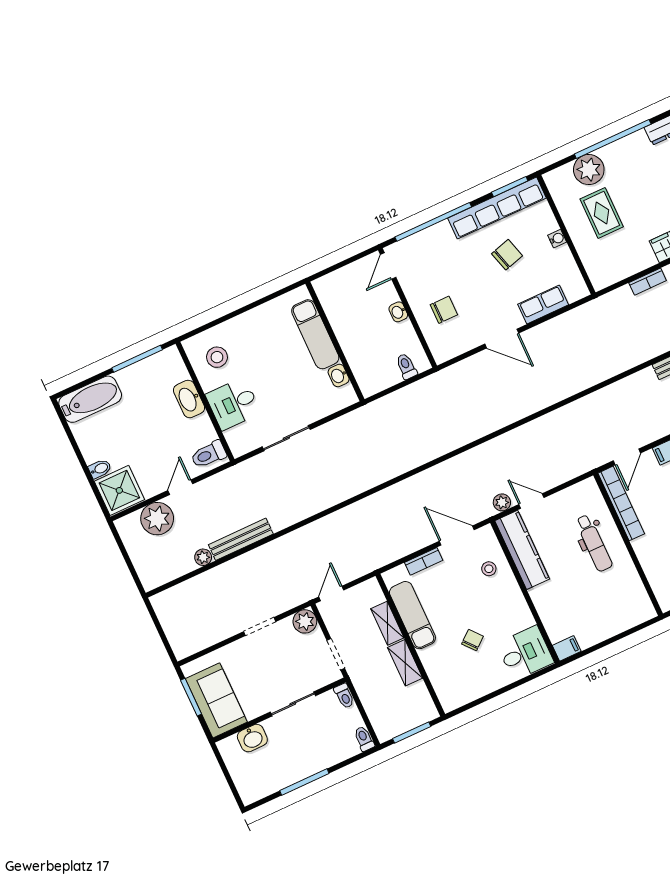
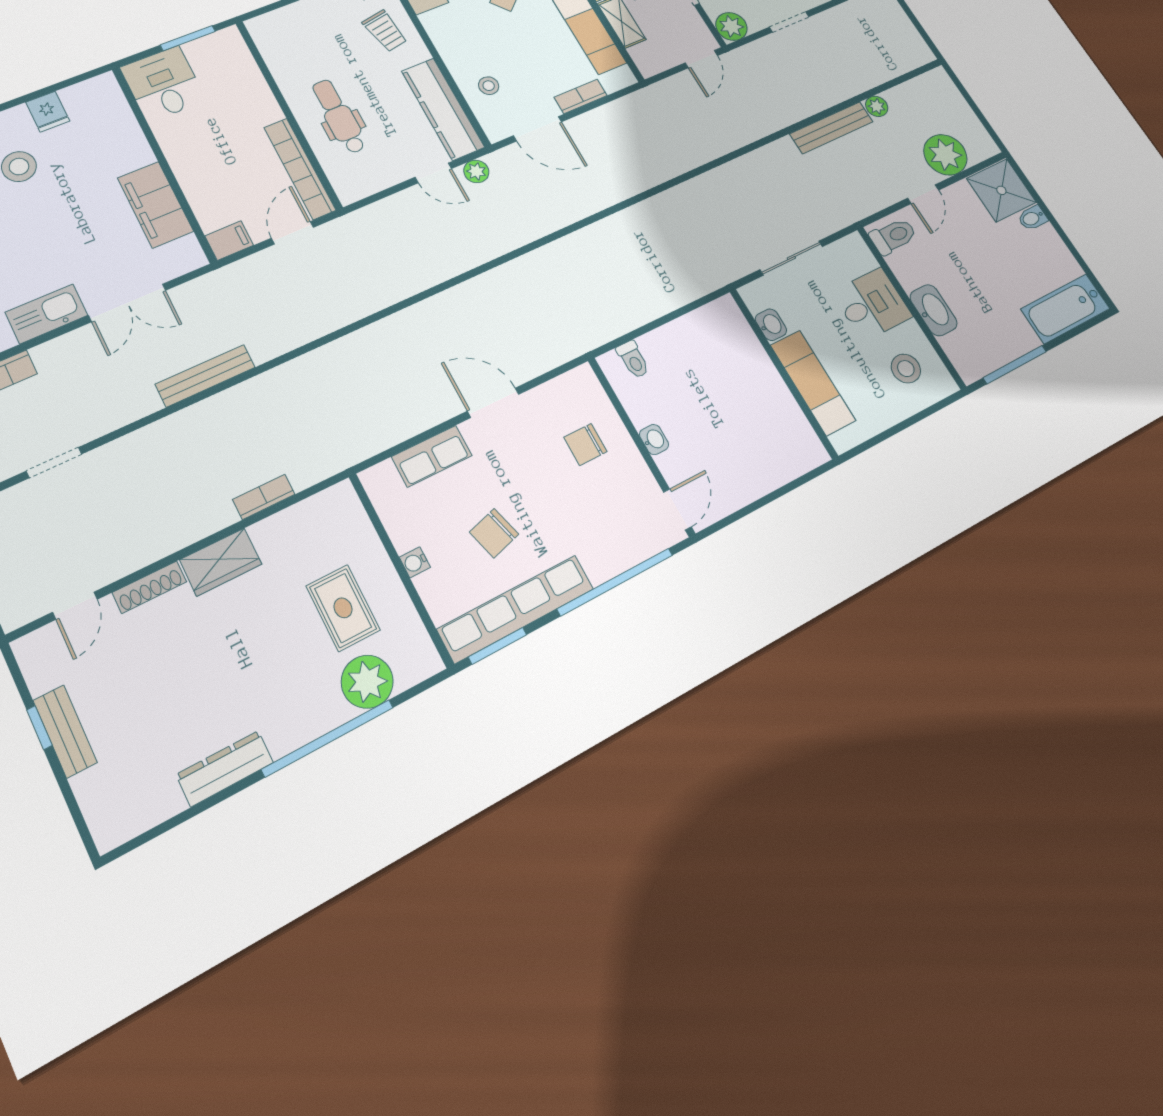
exam couch: (315, 334) -> (813, 383), moved
wall: (335, 341) -> (783, 373), moved
washbasin: (339, 375) -> (771, 325), moved
trolley: (560, 611) -> (385, 31), added

